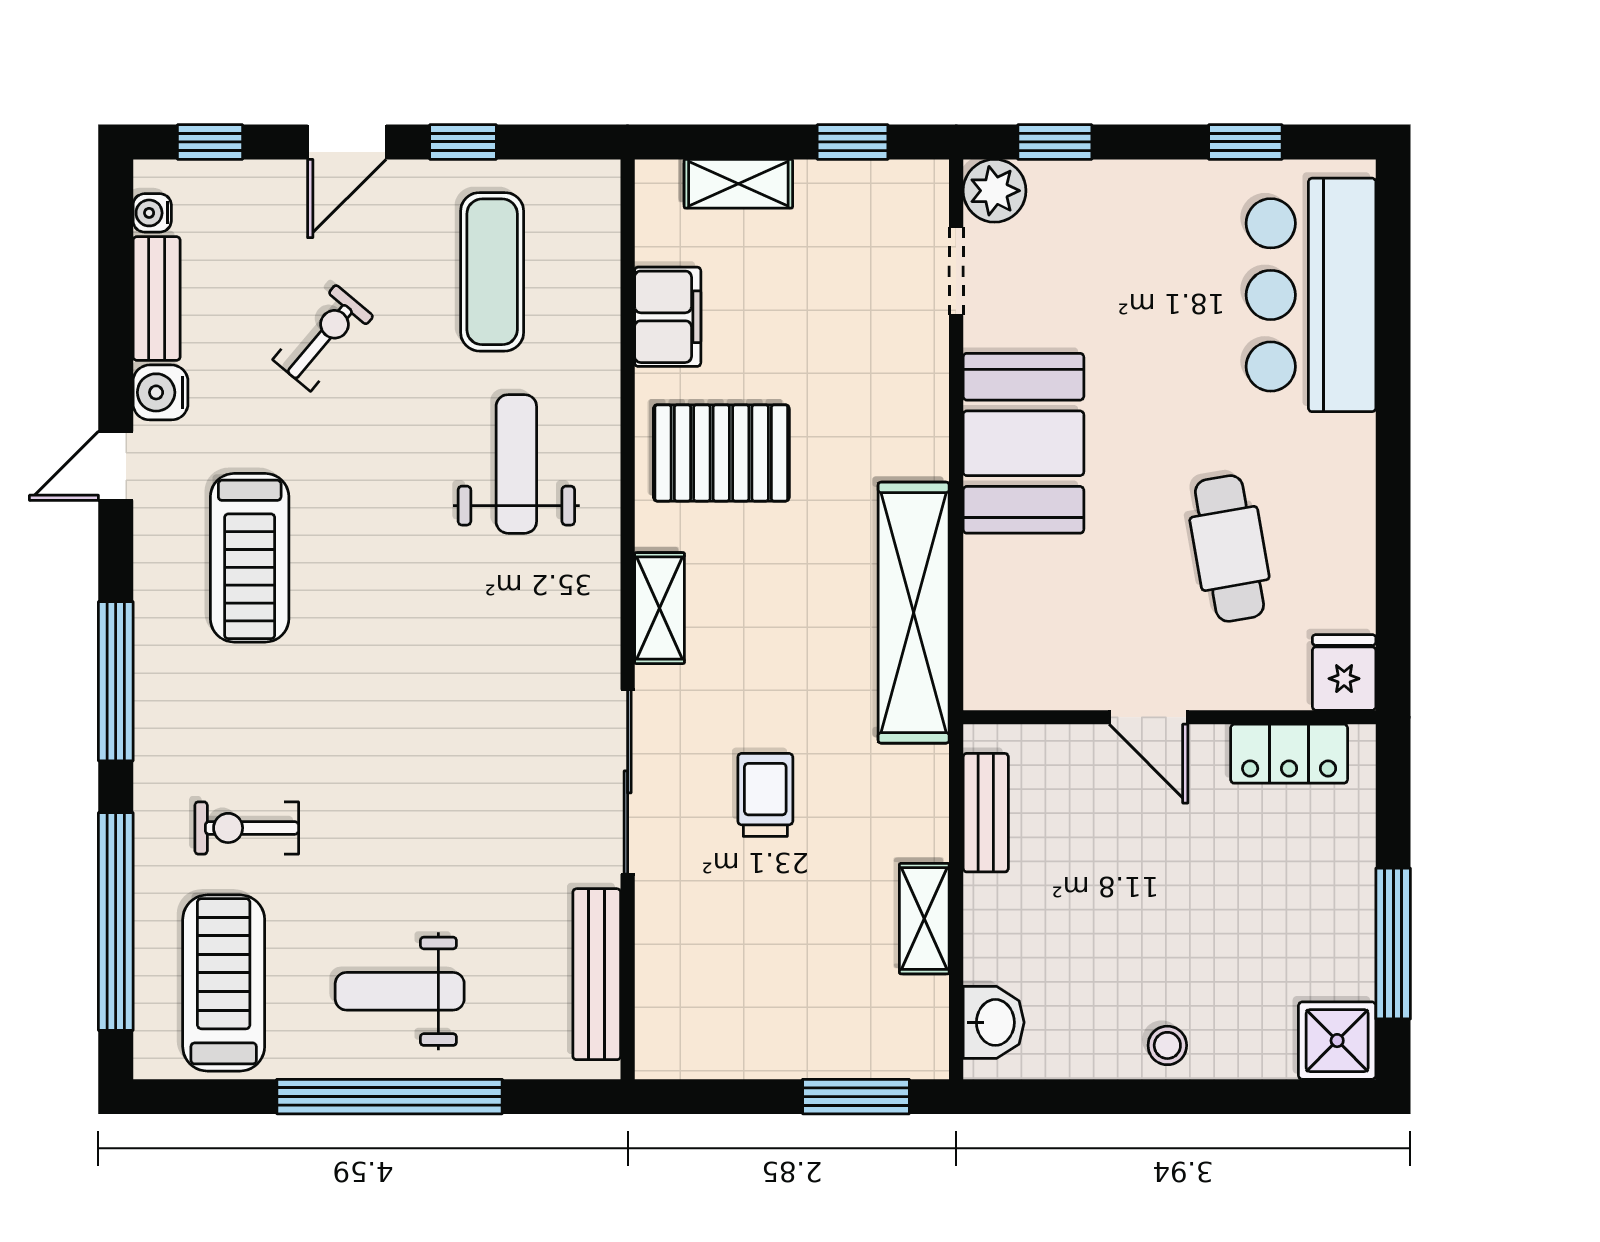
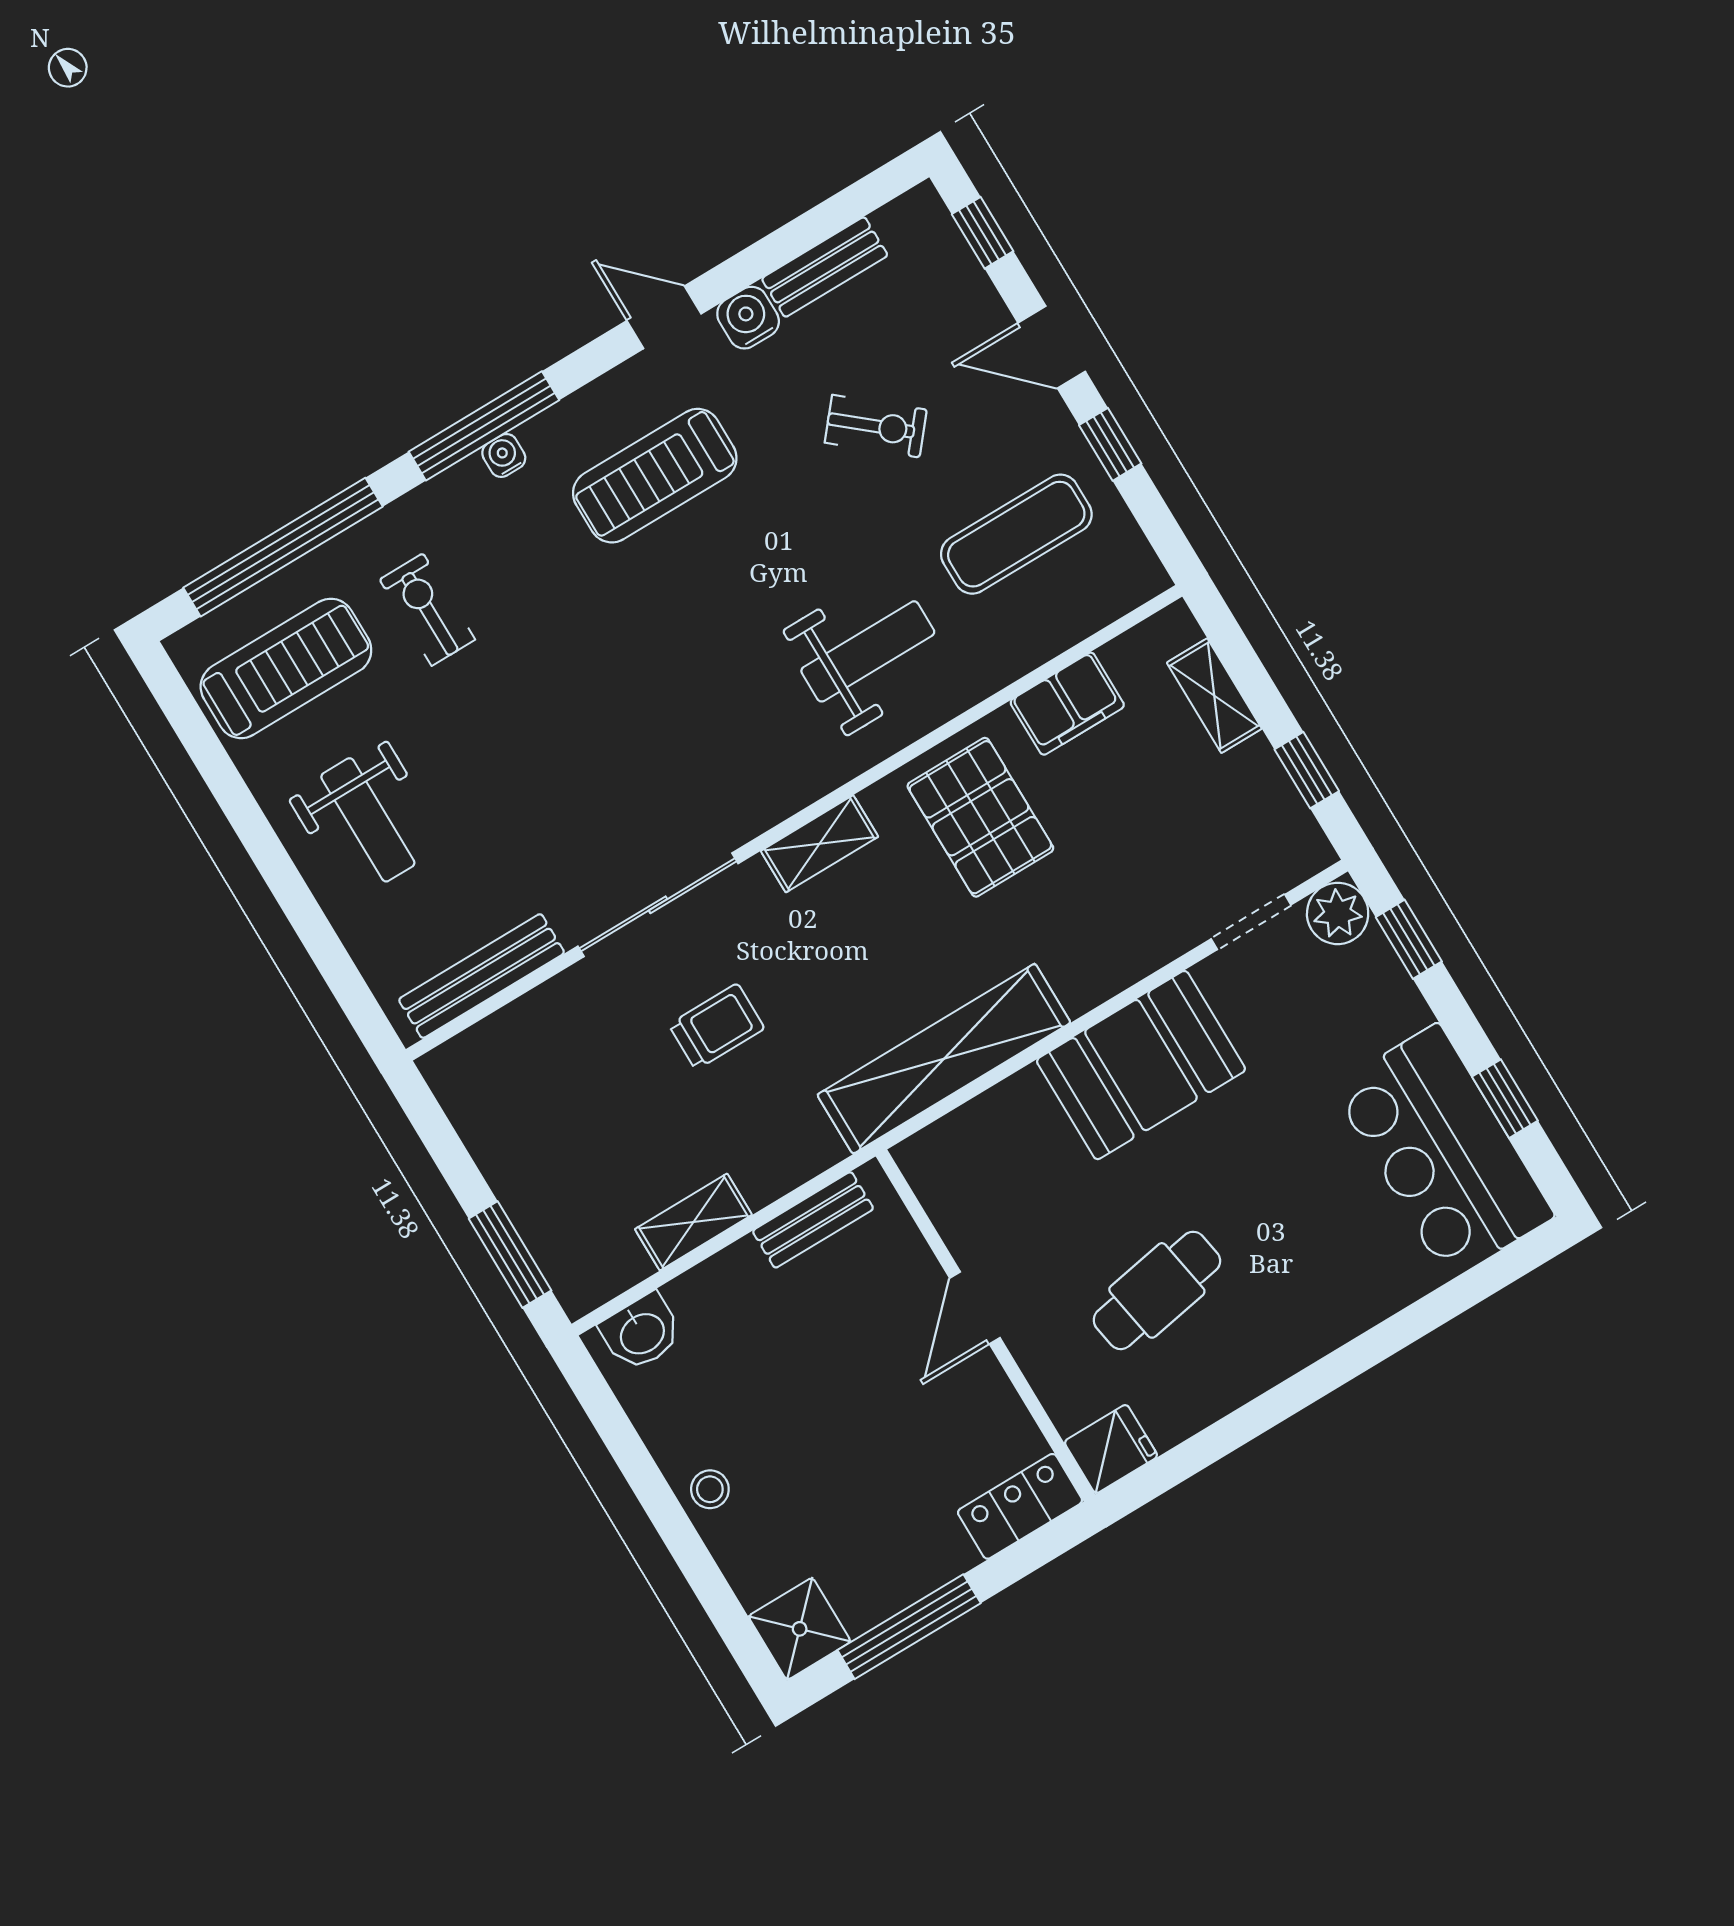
water cooler: (152, 213) -> (504, 455), moved
bar counter: (1311, 295) -> (1443, 1152), moved, turned -90
locker: (1289, 754) -> (1020, 1506), moved, turned 90
weight bench: (400, 991) -> (368, 820), turned 180
window: (390, 1097) -> (275, 864), removed

